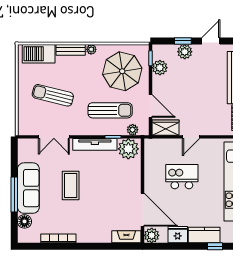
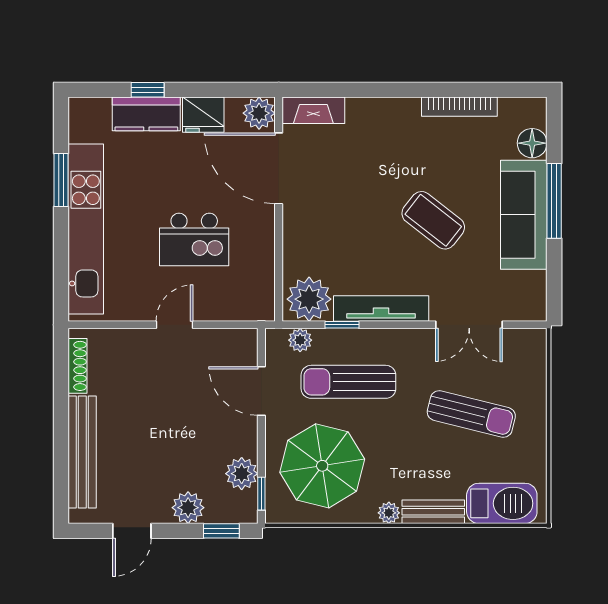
window: (183, 41) -> (221, 531), moved
wardrobe: (166, 128) -> (229, 345), removed
double door: (54, 137) -> (469, 325), swing flipped
coffee table: (71, 186) -> (433, 220), turned -52
window: (215, 246) -> (148, 90), moved

